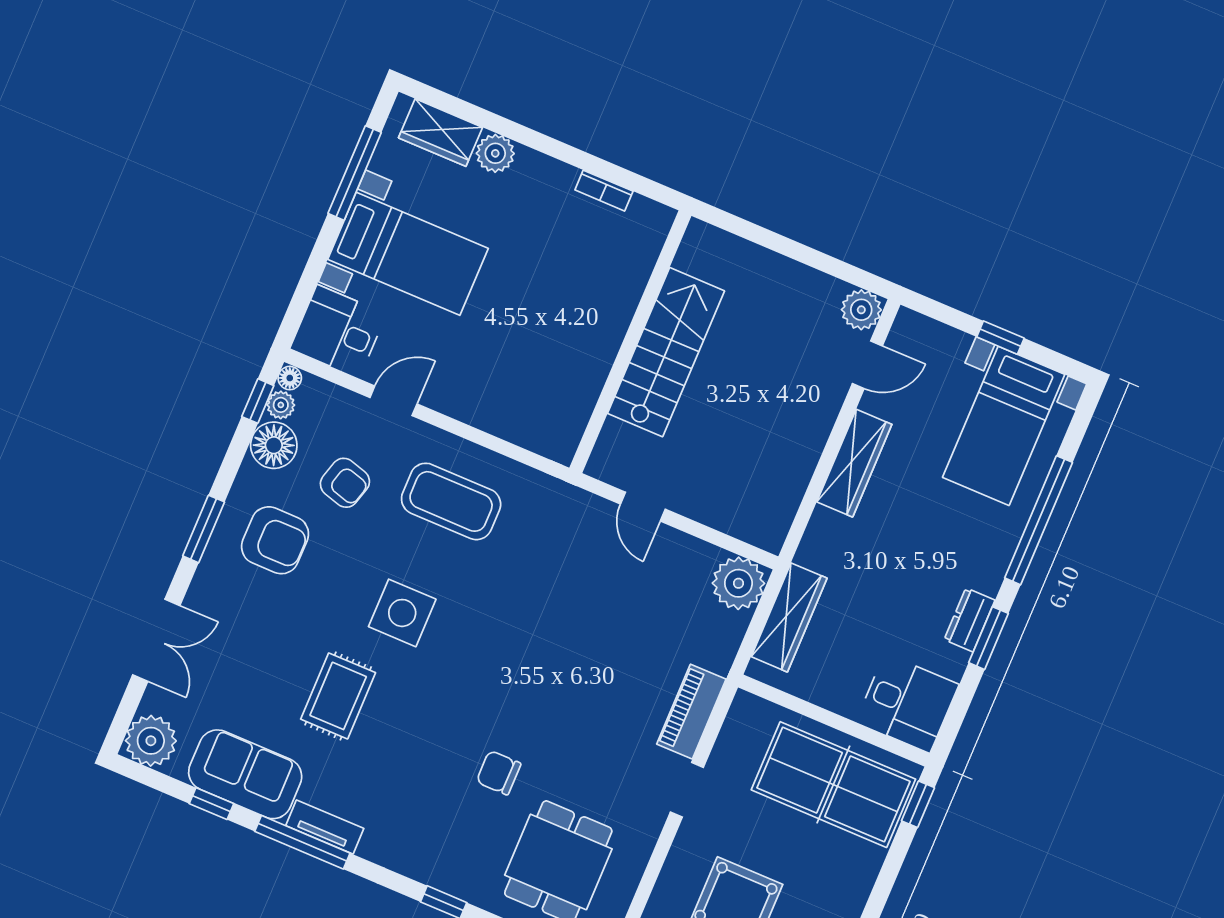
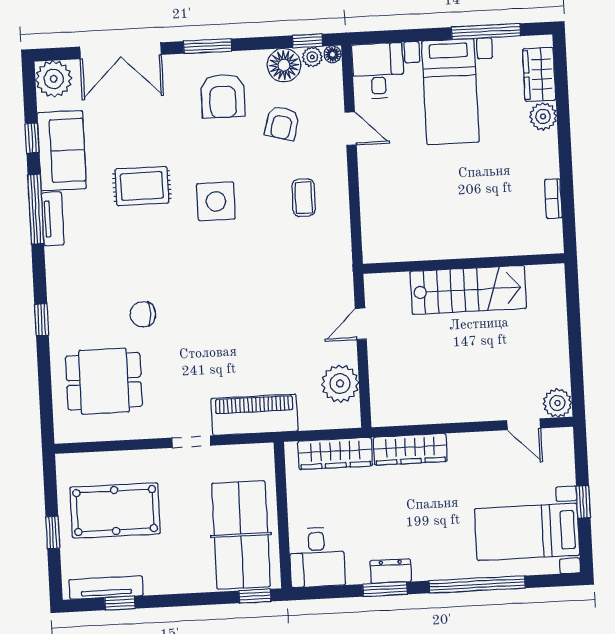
wardrobe: (854, 463) -> (410, 449), moved
coffee table: (451, 501) -> (304, 198), width x0.54, depth x0.58
plant: (738, 583) -> (340, 384), moved
double door: (156, 640) -> (120, 51), width x1.37
piano: (691, 712) -> (255, 415), width x1.37, depth x1.33
chair: (499, 773) -> (143, 314), turned -90

